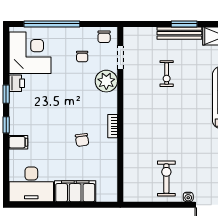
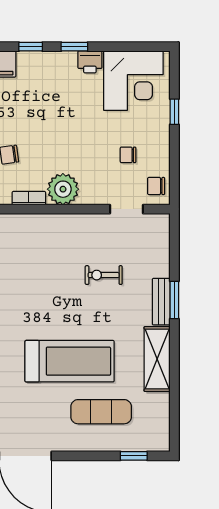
window: (52, 24) -> (174, 112), width x0.32
bench: (179, 33) -> (161, 302), width x0.73
plant: (106, 81) -> (63, 189), moved

